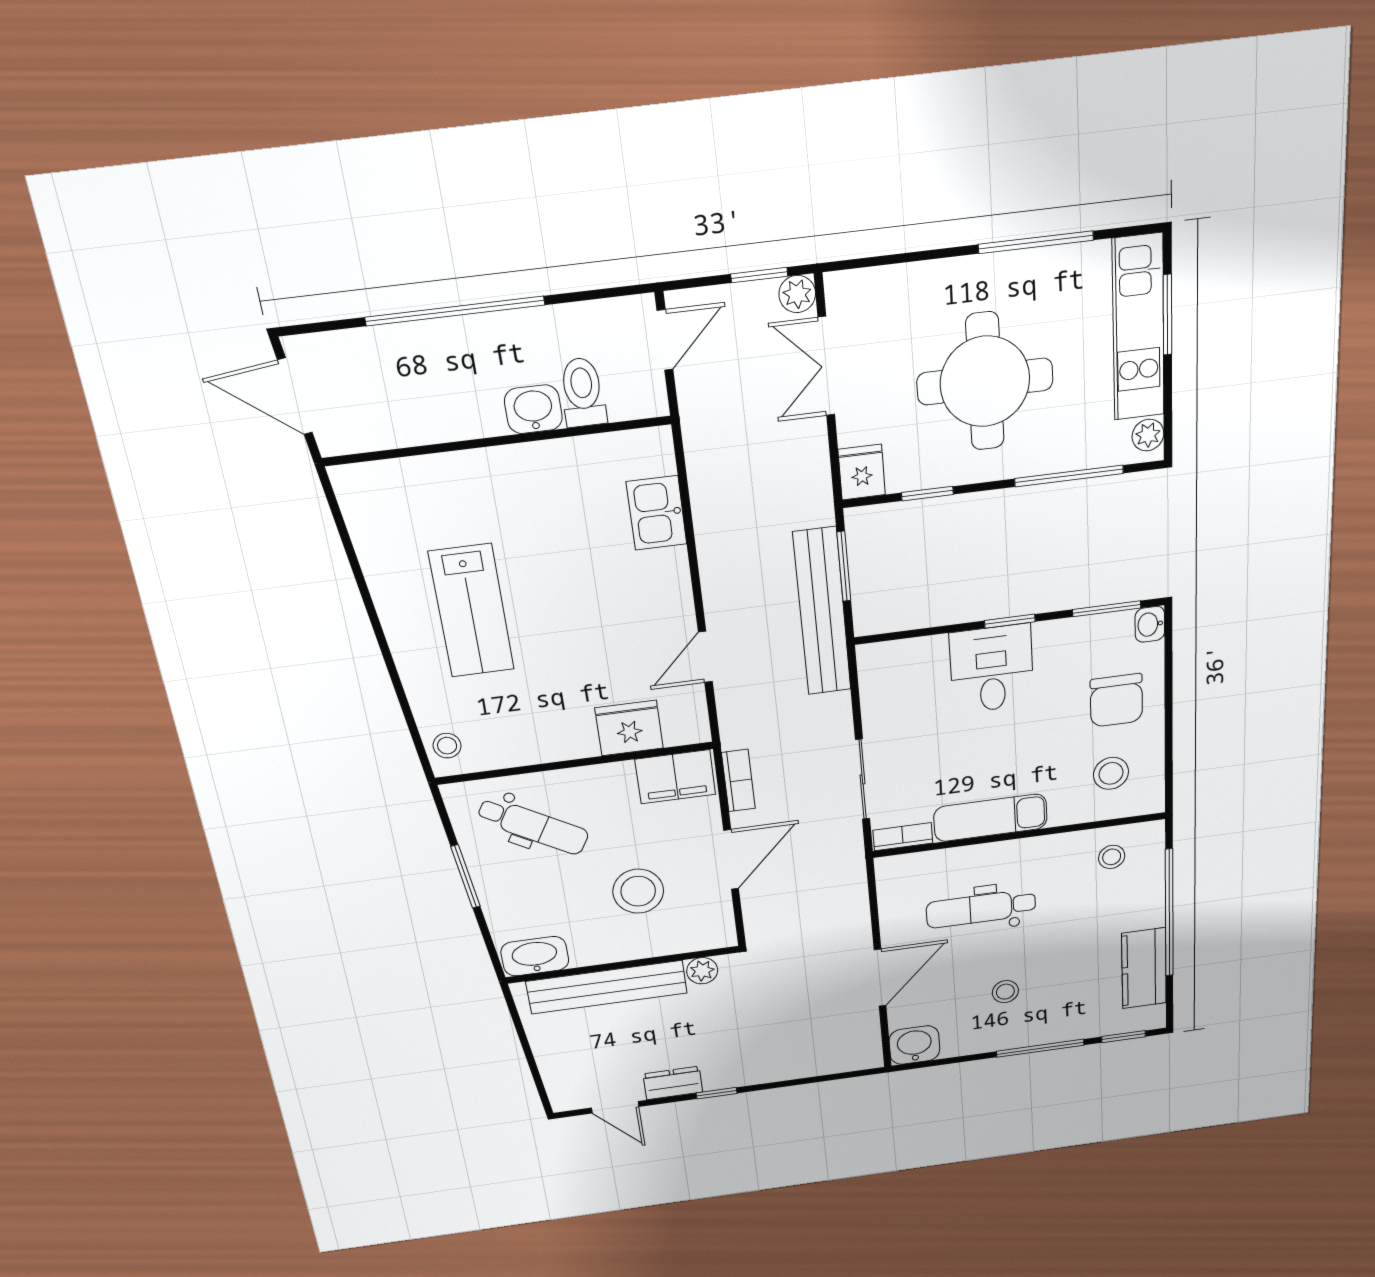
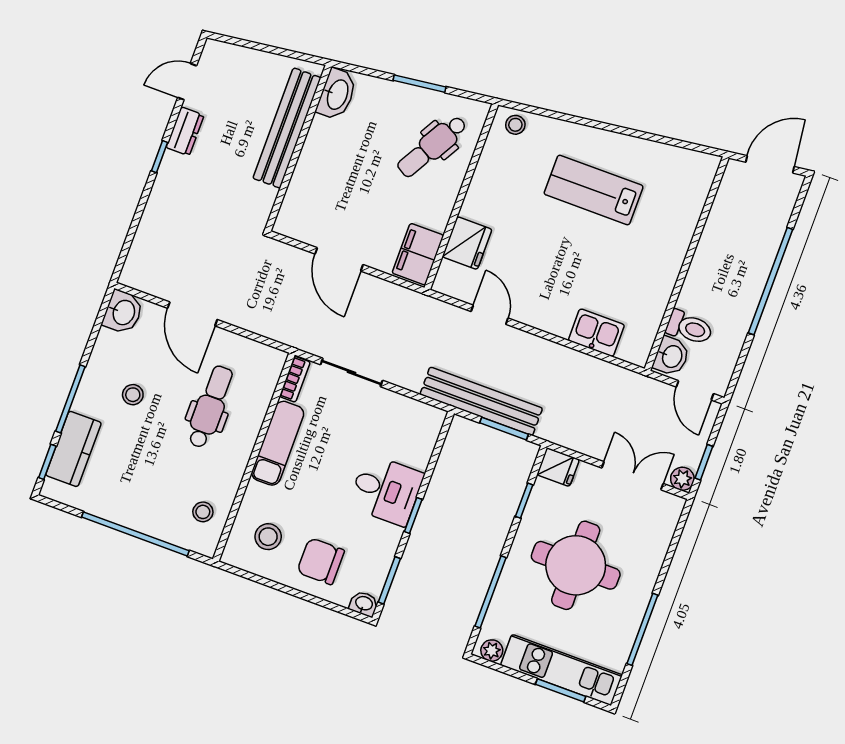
washbasin: (533, 409) -> (671, 356), moved
bookcase: (738, 781) -> (394, 293), removed
stool: (638, 891) -> (348, 187), removed
kitchen counter: (1144, 968) -> (73, 449), moved, turned 90
plant: (702, 971) -> (265, 198), removed

